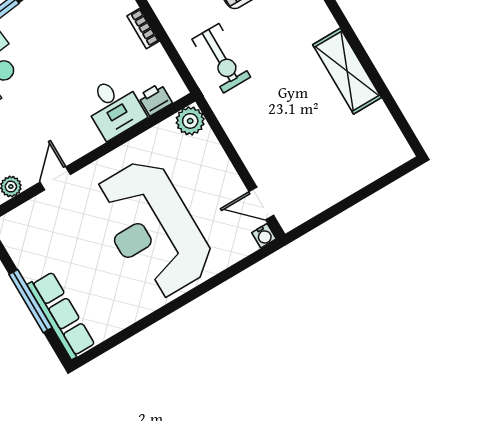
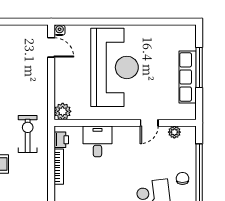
bookcase: (143, 29) -> (59, 167), width x1.56
printer: (155, 99) -> (61, 140), moved, turned -90
row of seats: (61, 315) -> (188, 77), moved

